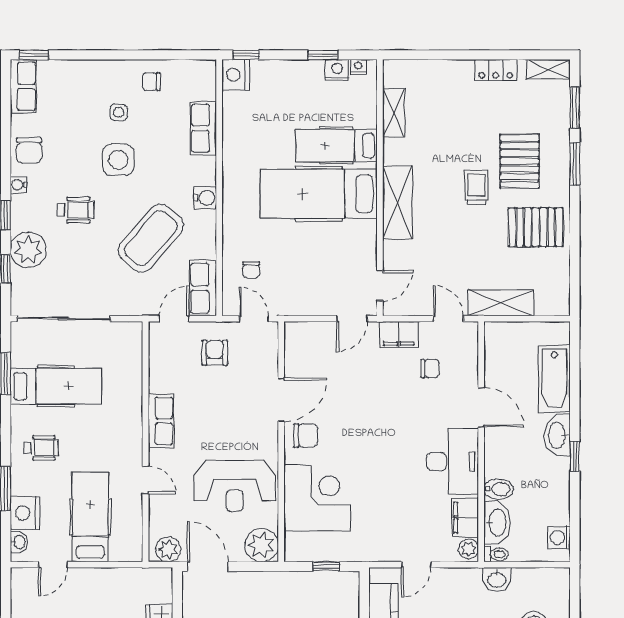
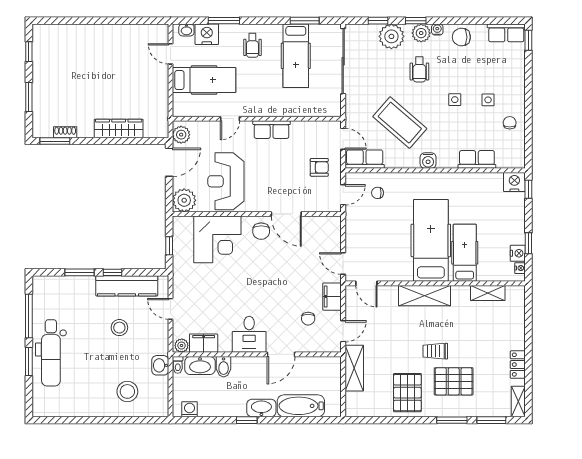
side table: (118, 160) -> (455, 100), width x0.54, depth x0.54
trolley: (476, 187) -> (435, 351), turned 180
plant: (23, 208) -> (421, 33), added
desk: (453, 462) -> (249, 334), width x0.73

